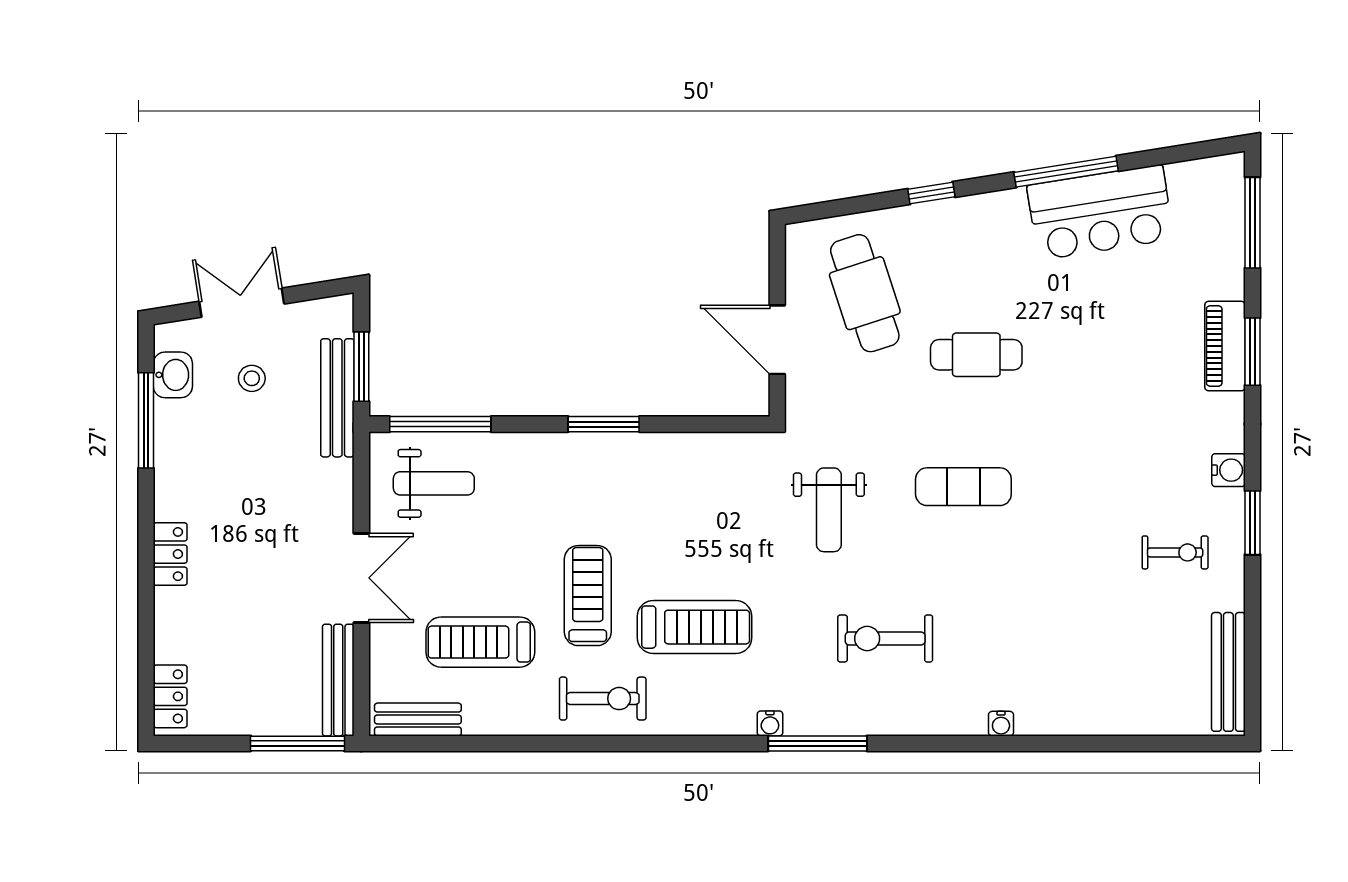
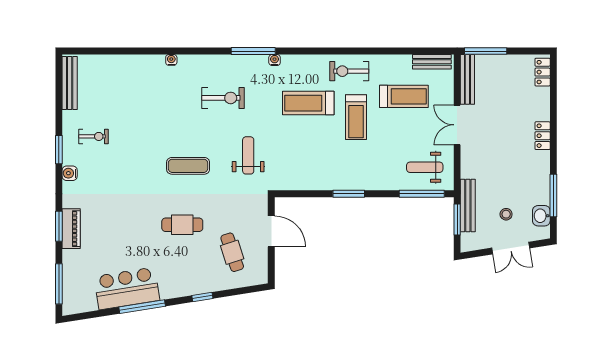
cafe table: (865, 293) -> (232, 252), width x0.73, depth x0.74
exercise bike: (1175, 552) -> (93, 136), turned 180

